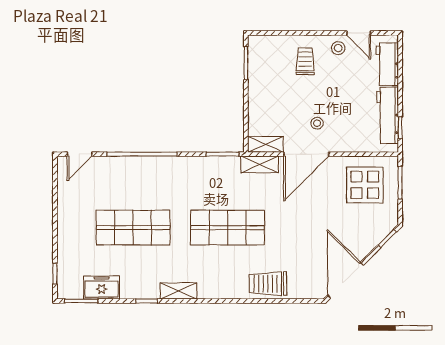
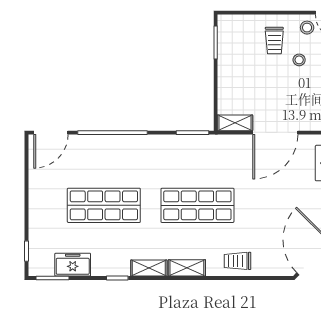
trolley: (305, 61) -> (274, 41), turned 180
stool: (317, 123) -> (299, 60), moved
door: (80, 154) -> (51, 133), width x1.38
shelving: (260, 164) -> (187, 268), moved
trolley: (268, 284) -> (237, 261), width x0.73, depth x0.72

